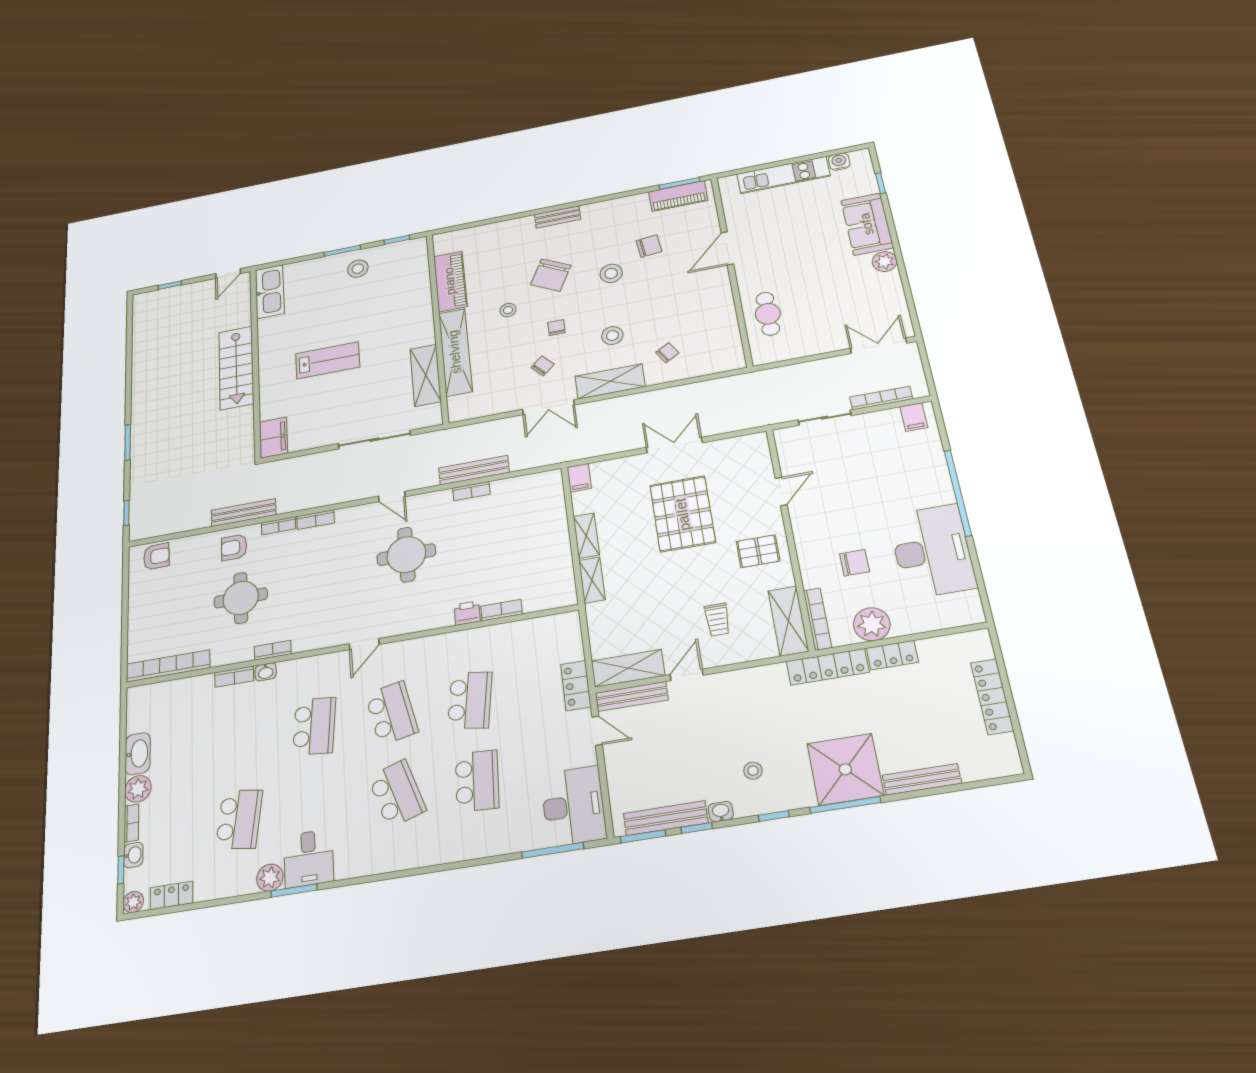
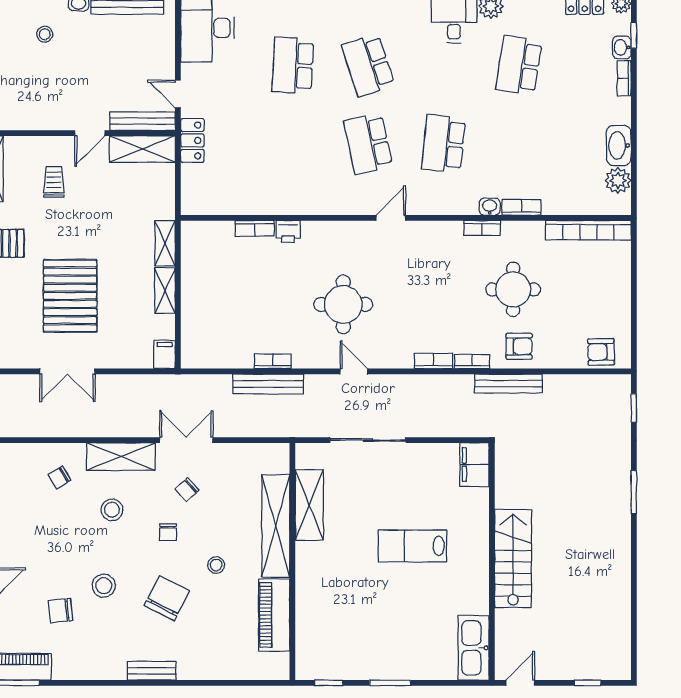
stool: (358, 269) -> (374, 655), removed
school desk: (470, 700) -> (293, 144), removed
plant: (138, 789) -> (618, 180), moved

